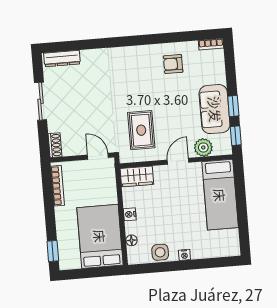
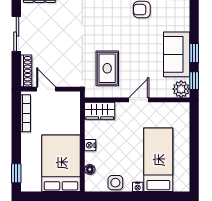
shoe rack: (55, 145) -> (26, 71), width x1.43
plant: (203, 147) -> (181, 89), moved
door: (98, 156) -> (46, 89), moved
bed: (220, 195) -> (158, 160), moved, turned 180

